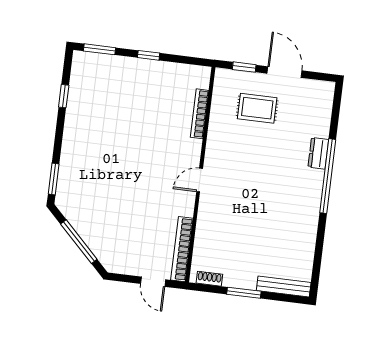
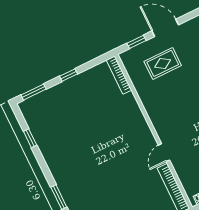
bookcase: (200, 114) -> (119, 75), moved
door: (200, 180) -> (164, 153), moved

